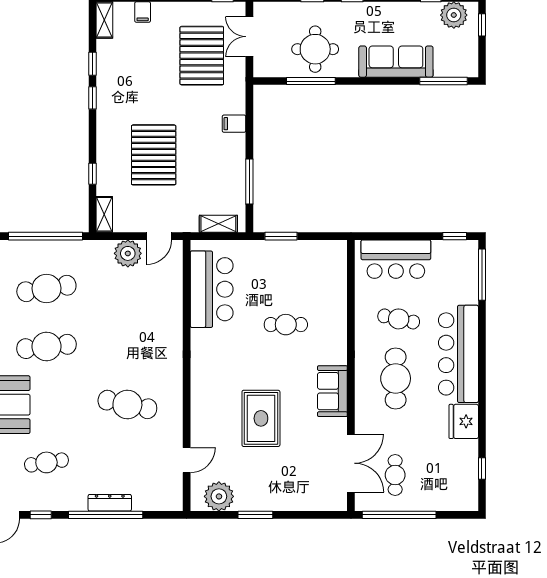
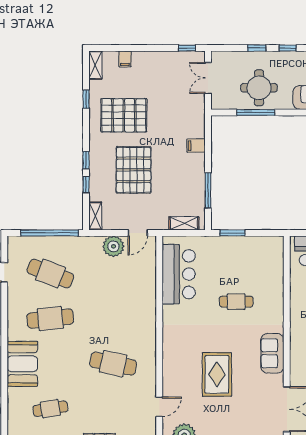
pallet: (202, 56) -> (124, 115), moved, turned 90
window: (92, 98) -> (86, 160), moved
cafe table: (46, 288) -> (50, 274), turned 30

